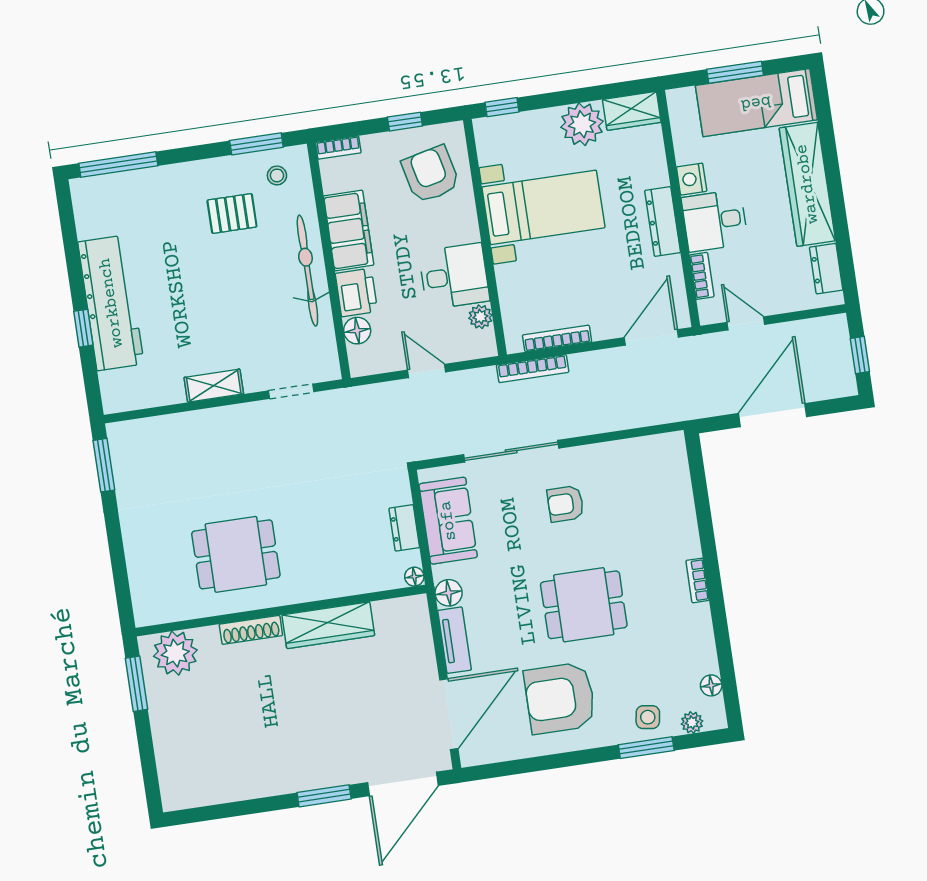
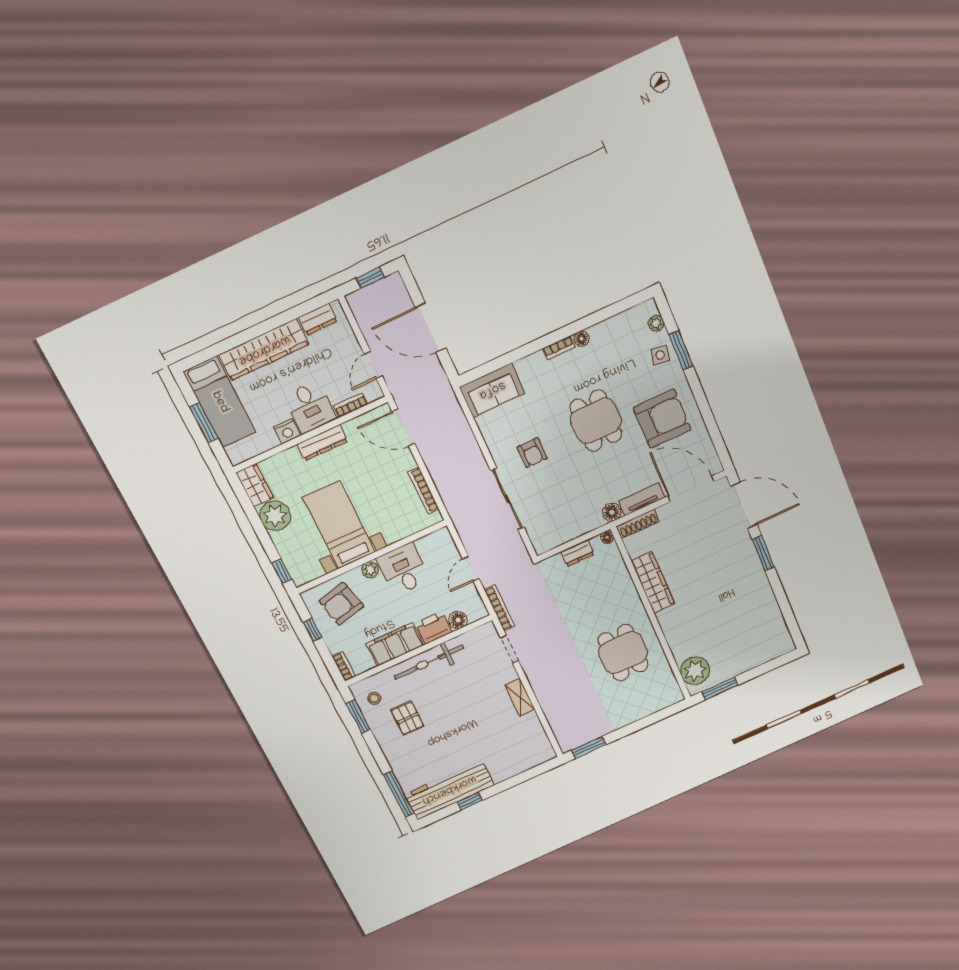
workbench: (111, 303) -> (449, 790), moved
plant: (480, 317) -> (370, 570), moved
window: (83, 328) -> (470, 801), moved
bookcase: (533, 369) -> (500, 608), moved
sofa: (448, 521) -> (492, 390), moved, turned 180
shoe rack: (251, 630) -> (638, 524), moved, turned 90
floor lamp: (711, 685) -> (581, 339), moved
armchair: (560, 698) -> (662, 419), turned -90

